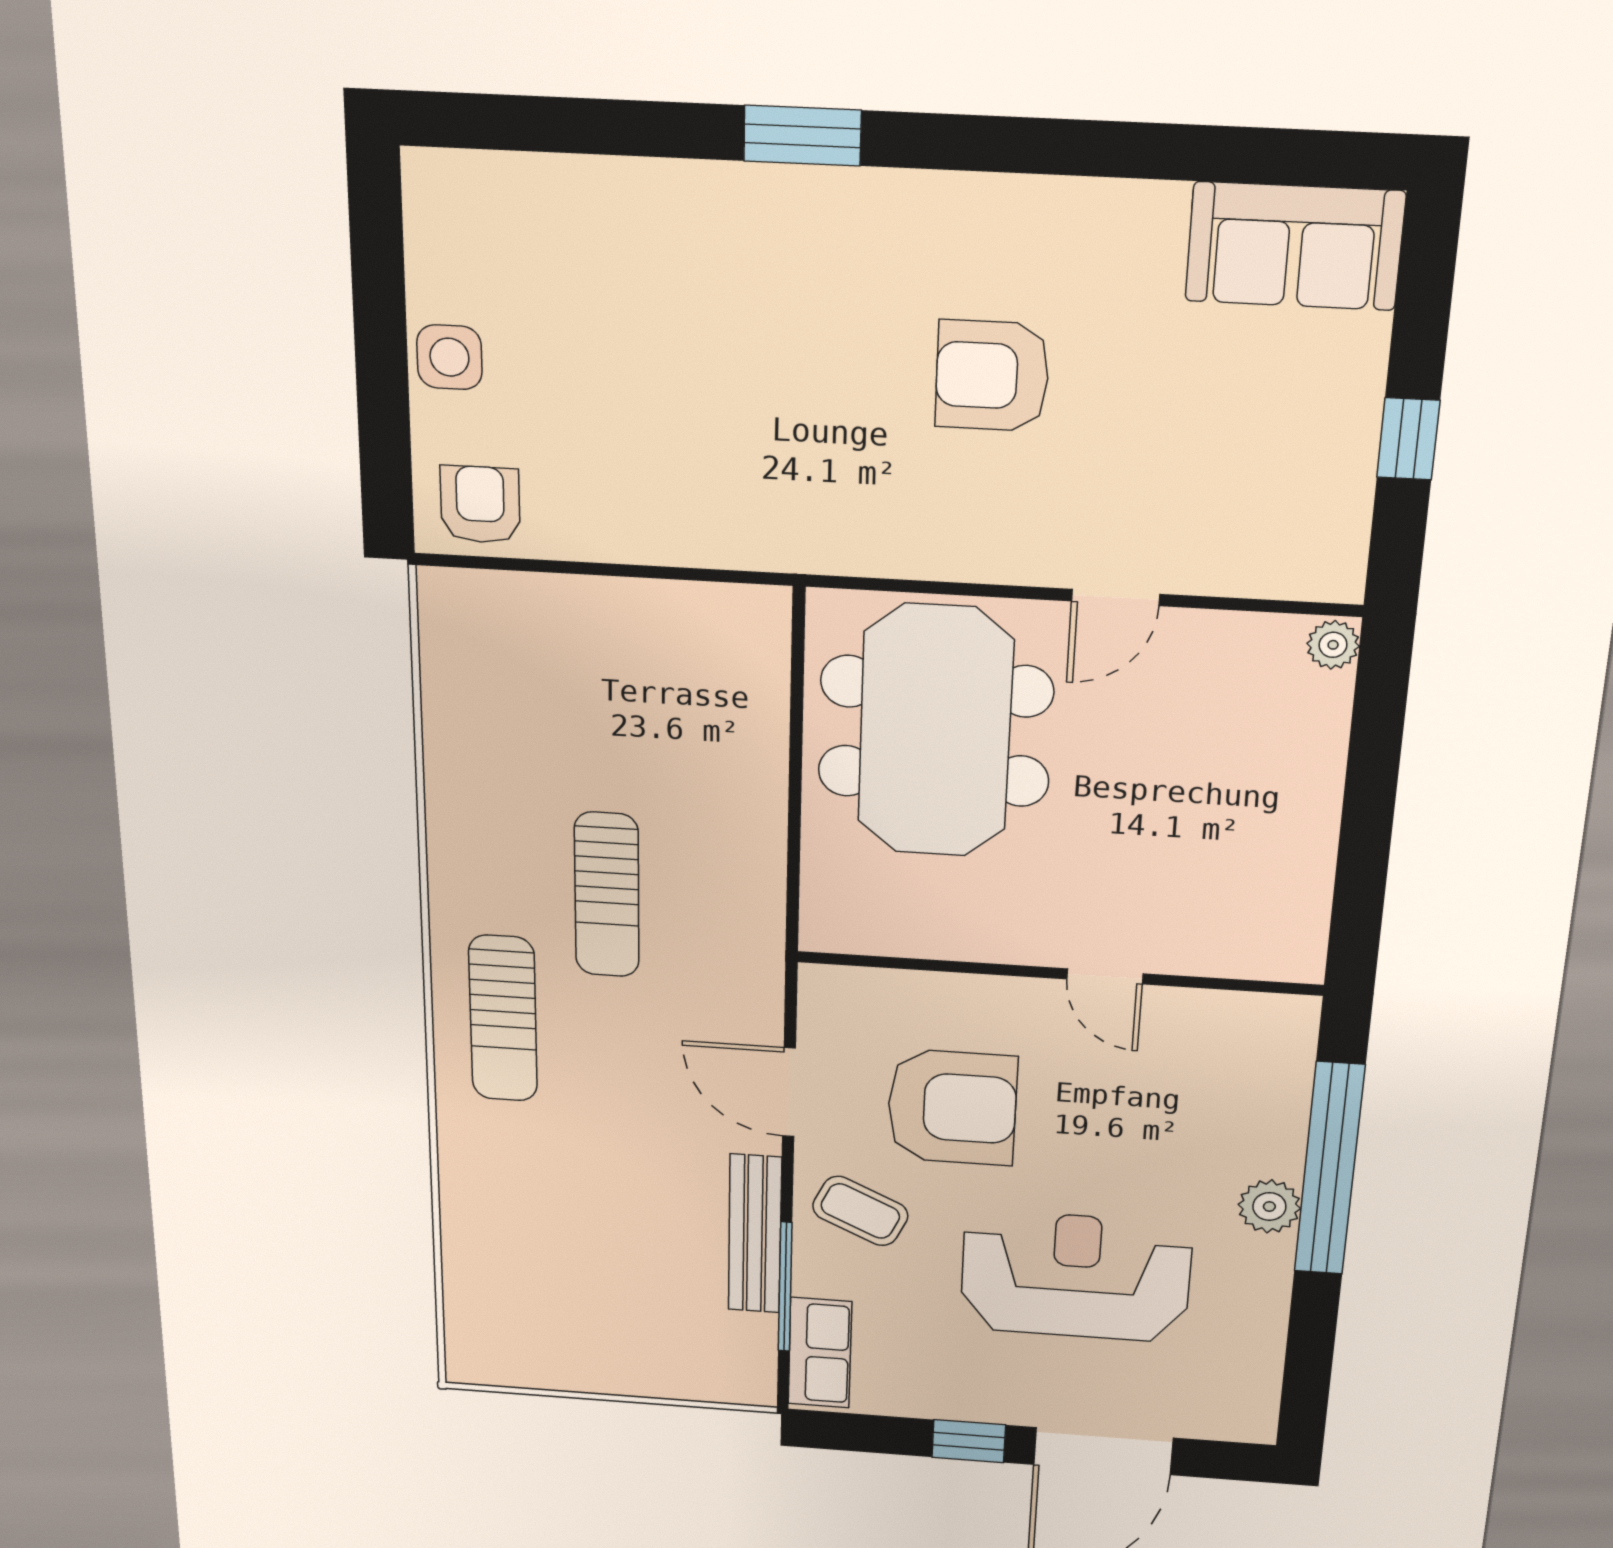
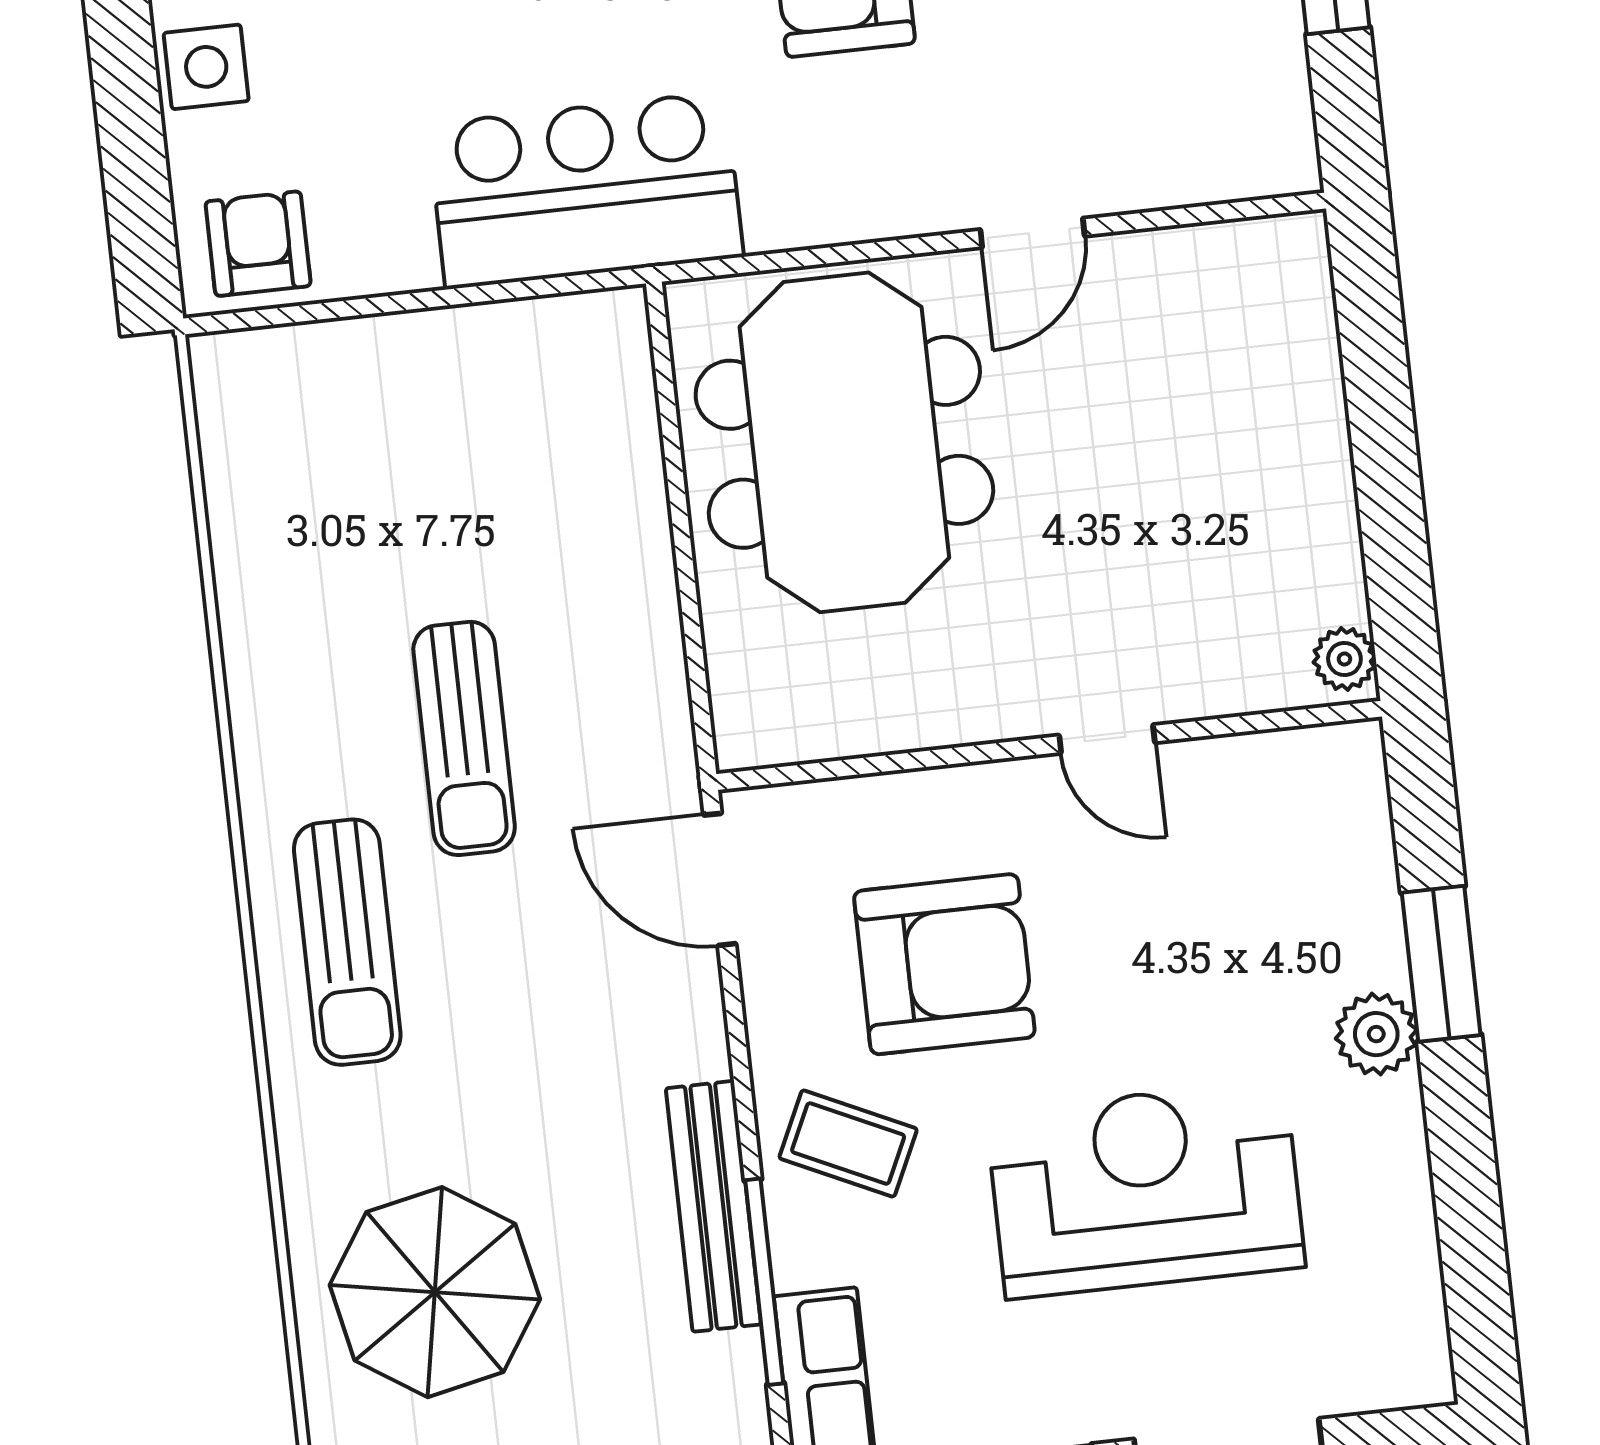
bar counter: (753, 506) -> (586, 190), added
plant: (1333, 645) -> (1344, 659), moved
door: (789, 1092) -> (720, 879), moved
window: (1329, 1169) -> (1441, 964), width x0.47
parasol: (544, 1253) -> (435, 1292), added

